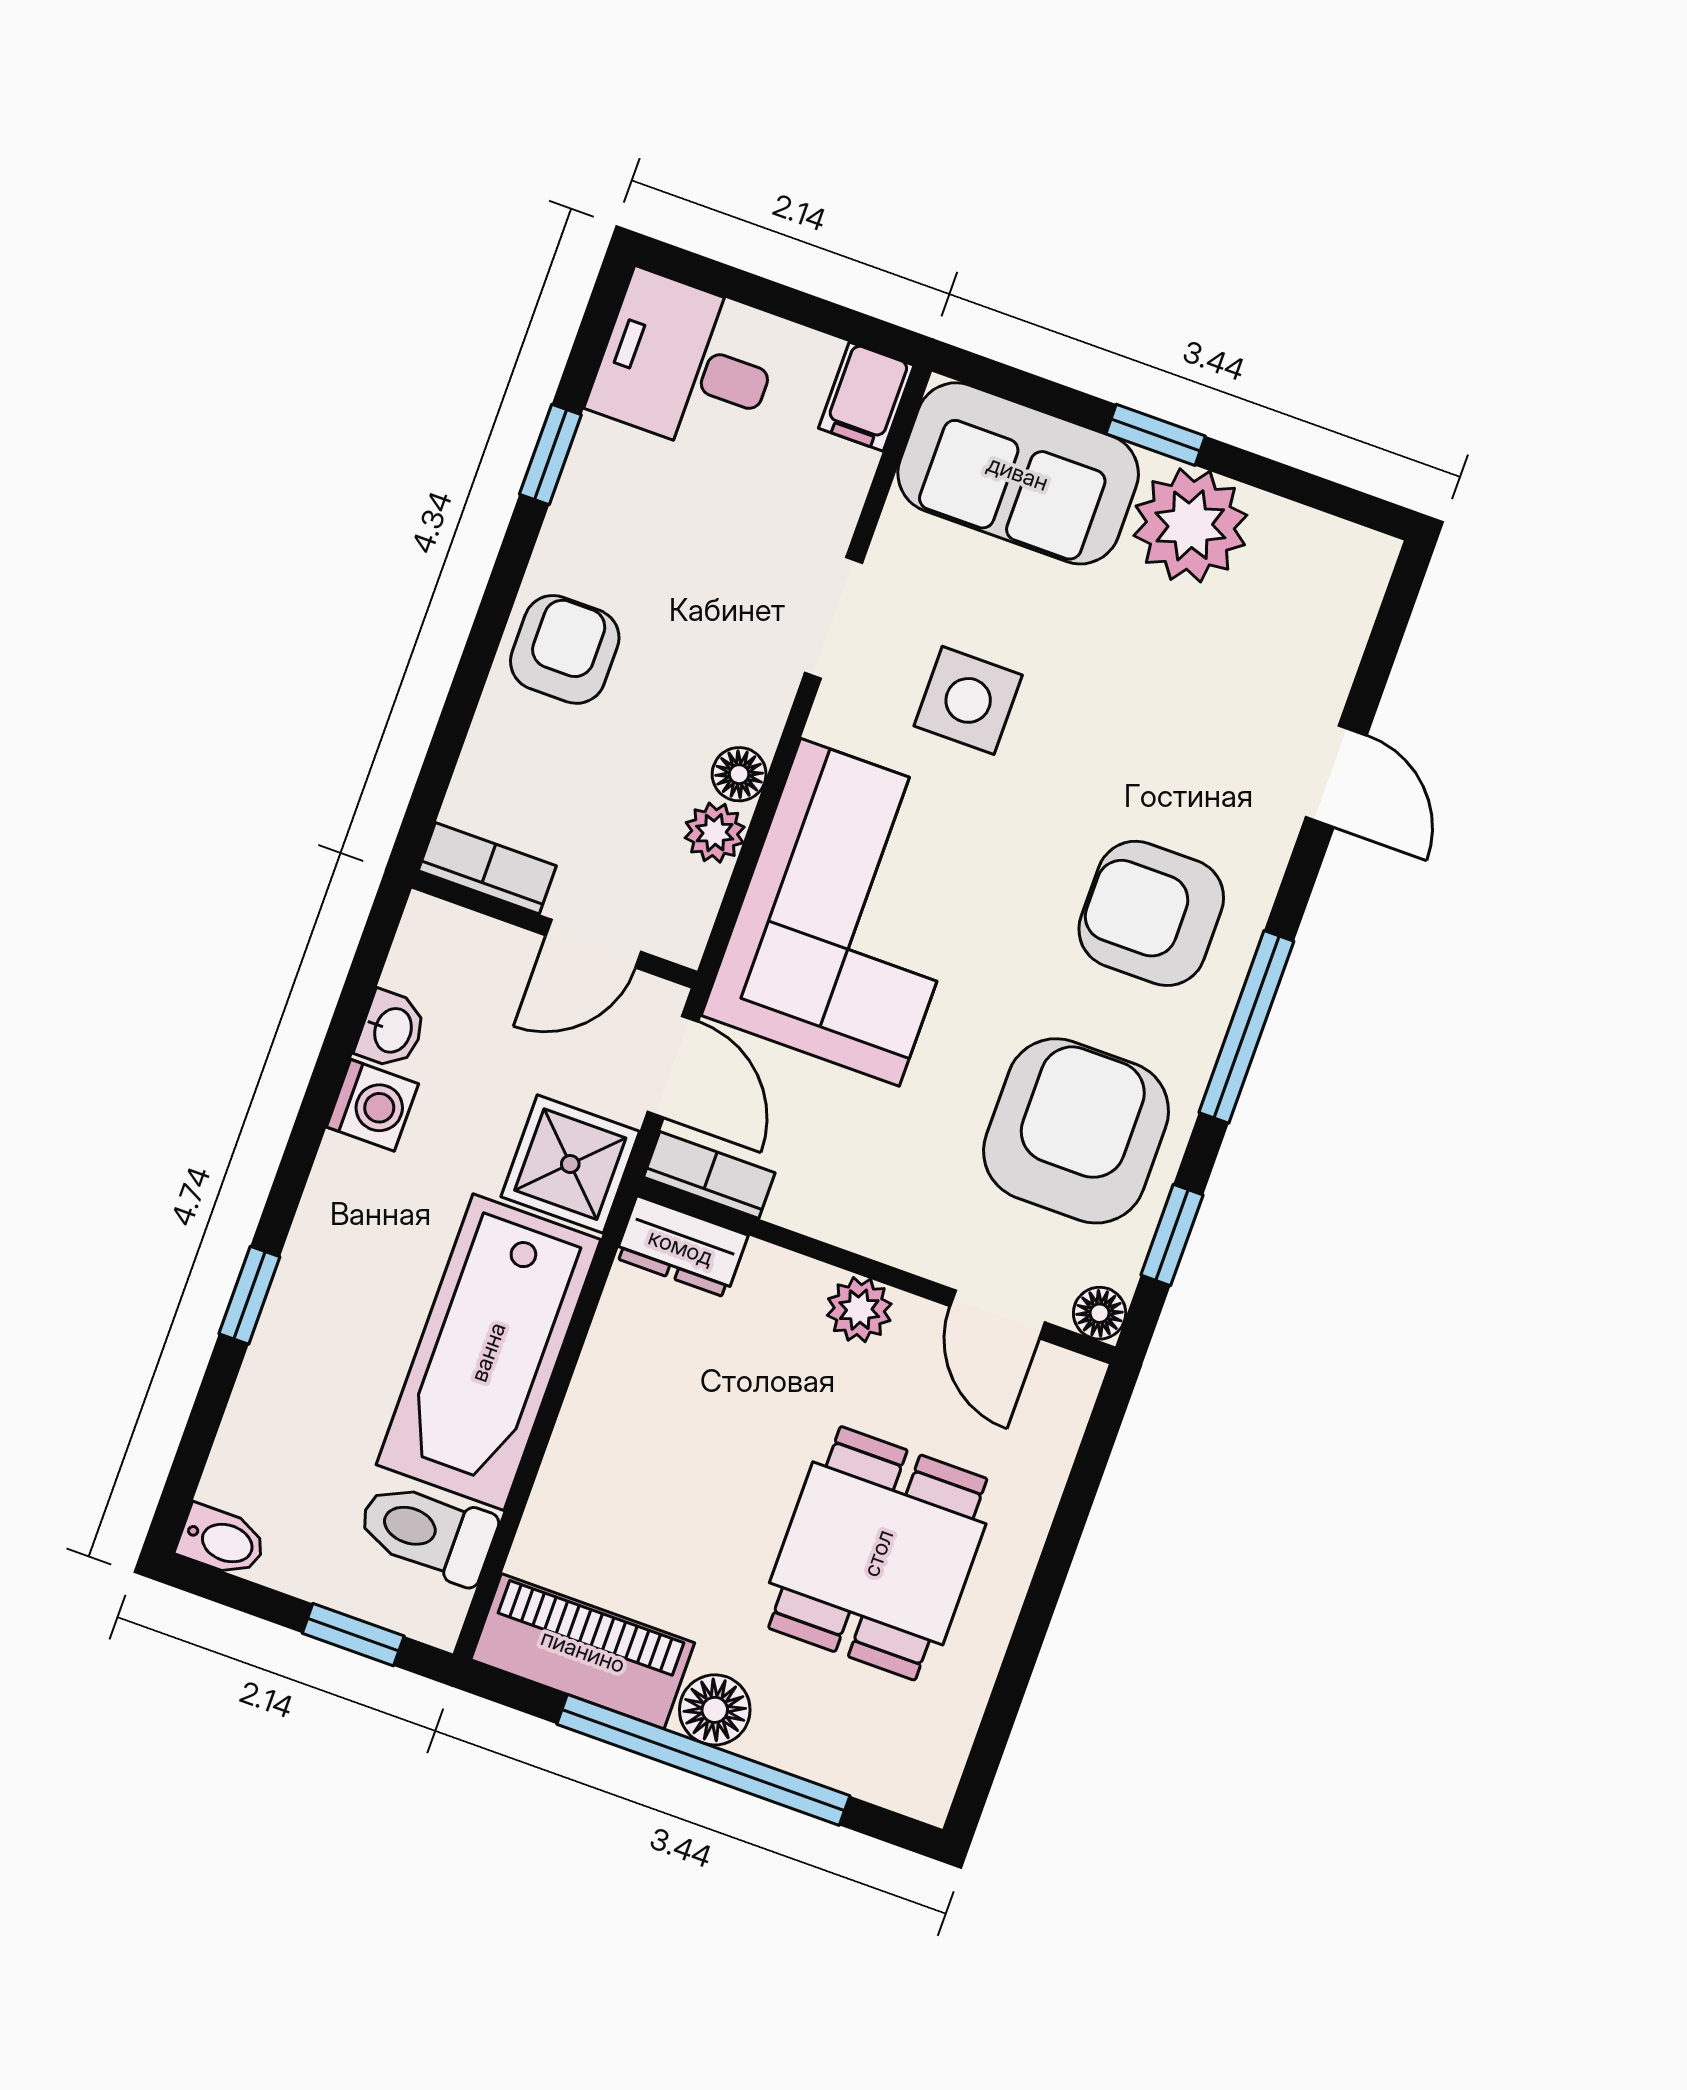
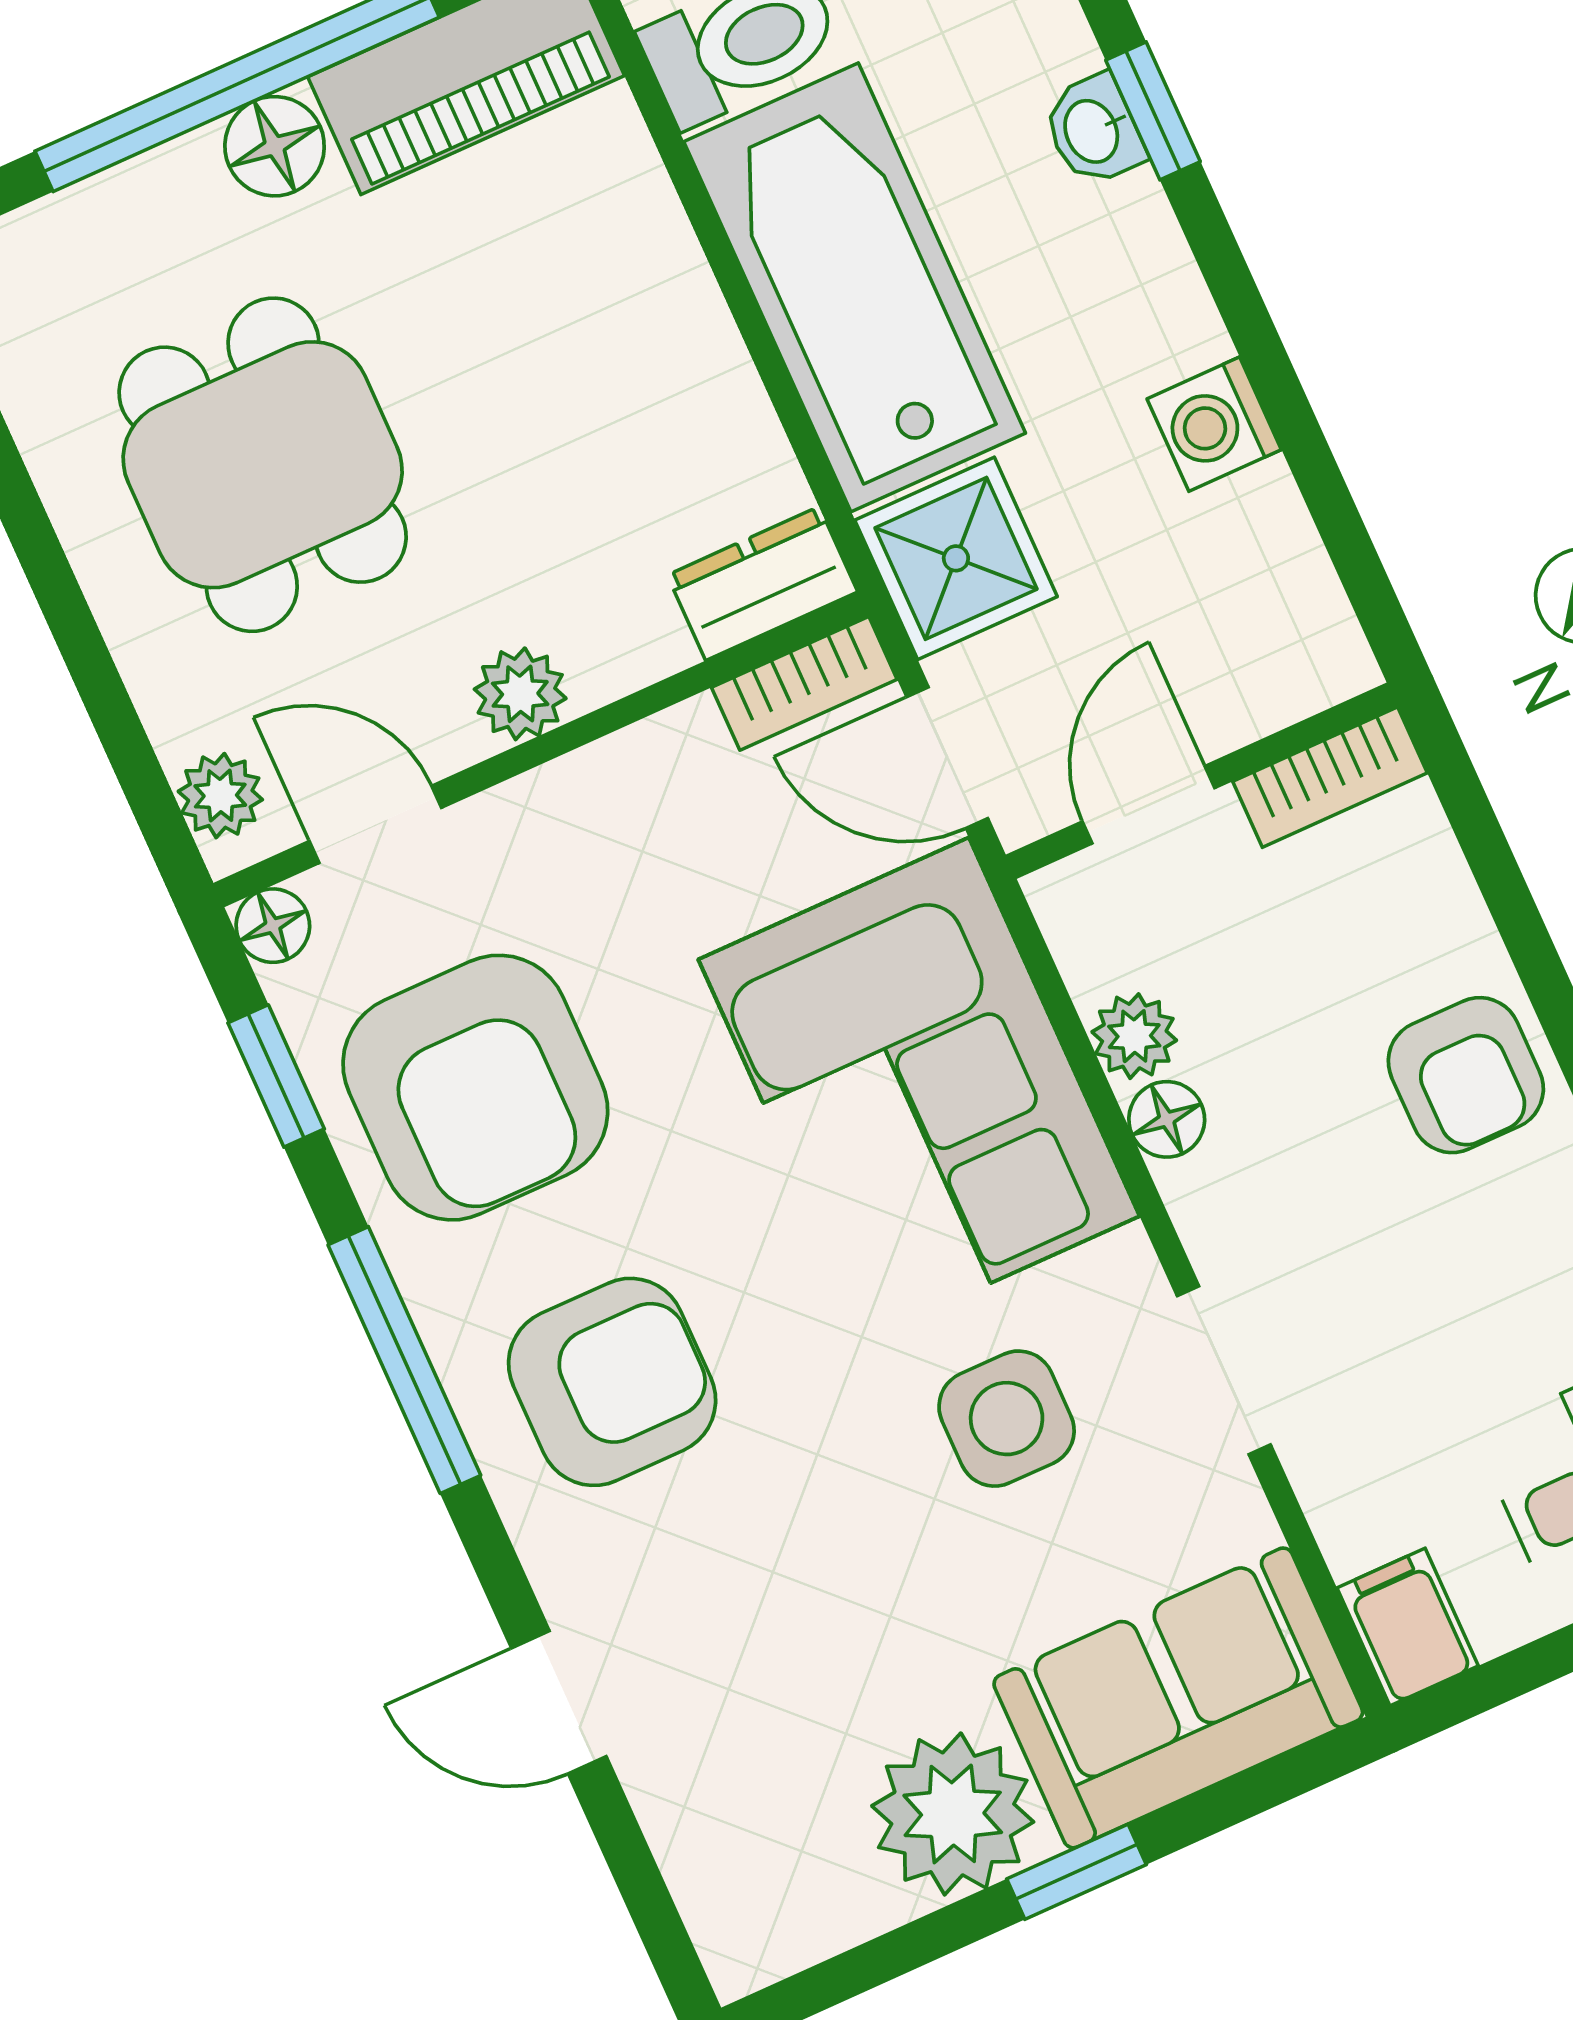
washbasin: (391, 1030) -> (1093, 130), moved
plant: (1062, 1405) -> (220, 796), added

